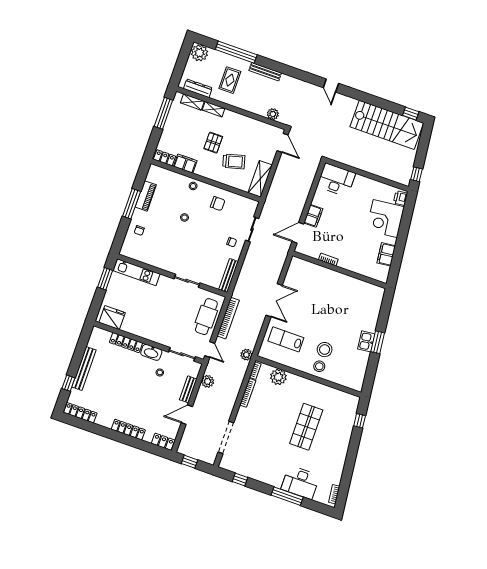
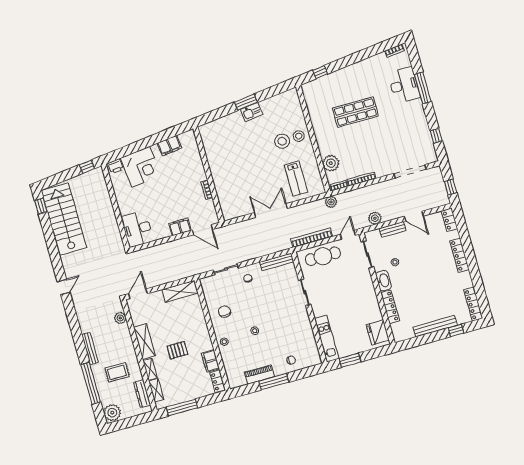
shelving: (240, 120) -> (144, 341), added
trolley: (234, 161) -> (181, 323), removed

